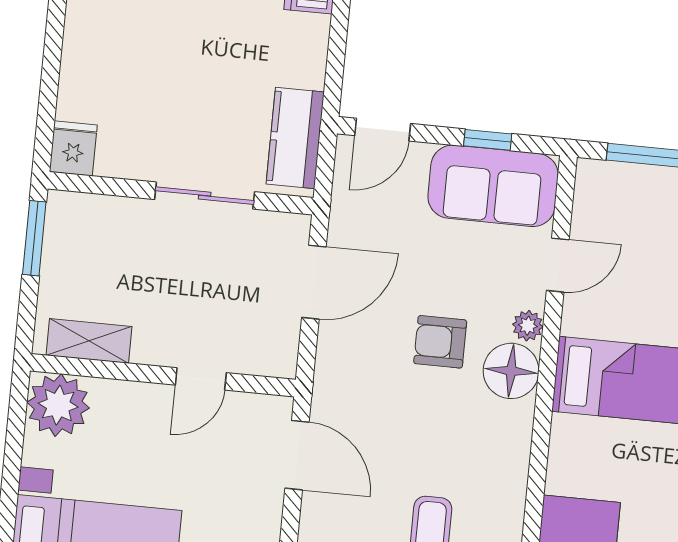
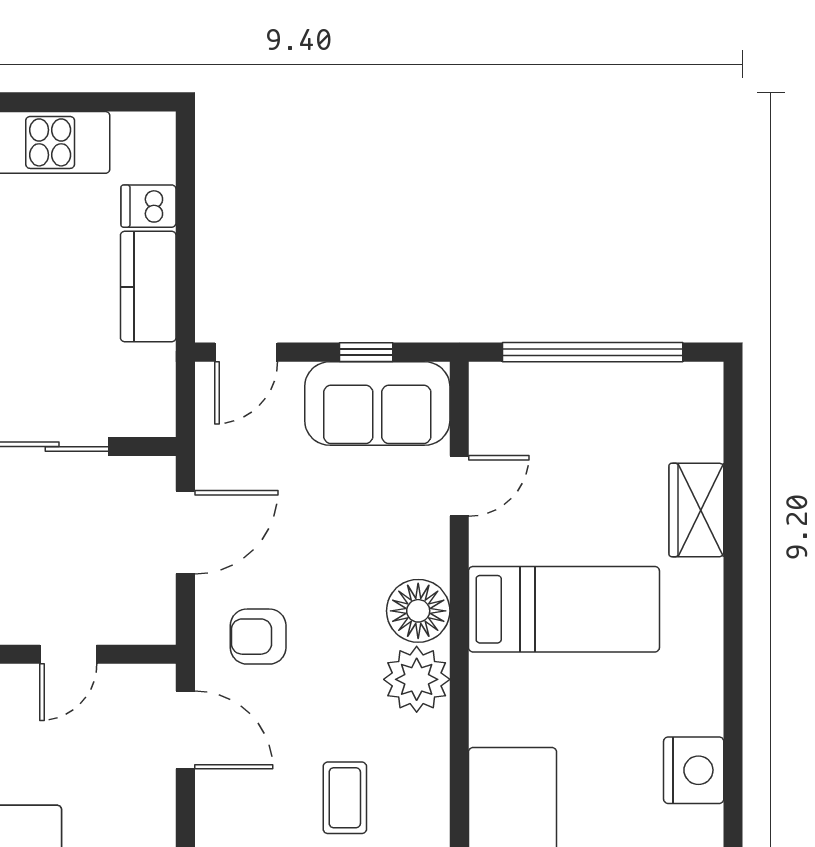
kitchen counter: (295, 138) -> (148, 287), moved
plant: (528, 326) -> (417, 679), moved, width x1.88, depth x1.88
armchair: (440, 342) -> (258, 637), moved

